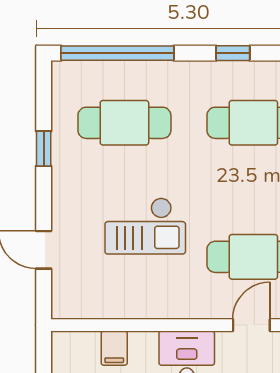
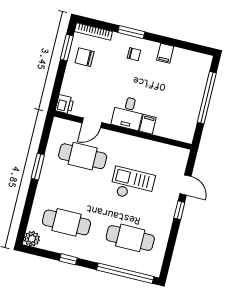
window: (44, 149) -> (179, 210), moved
filing cabinet: (114, 348) -> (148, 124), moved

